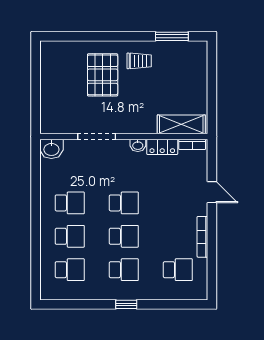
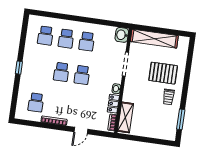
shelving: (50, 97) -> (154, 39), added
school desk: (124, 270) -> (41, 69), removed

